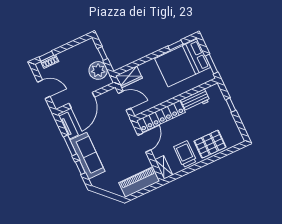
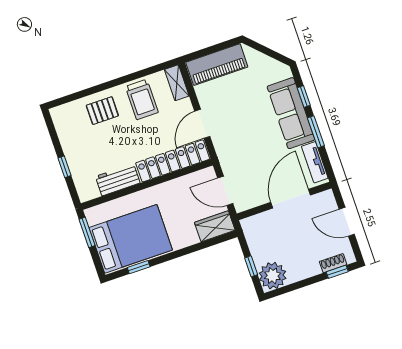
plant: (98, 70) -> (273, 276), moved
pallet: (210, 144) -> (102, 111), width x0.67, depth x0.71

